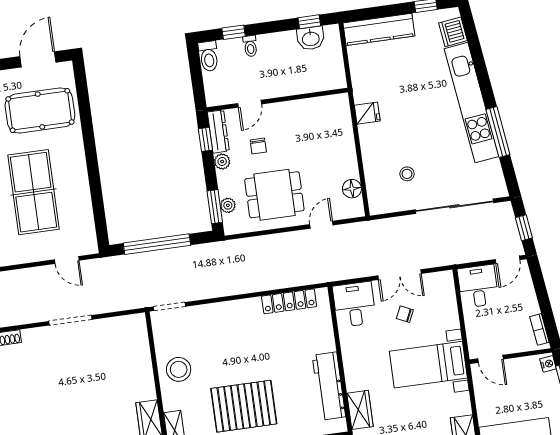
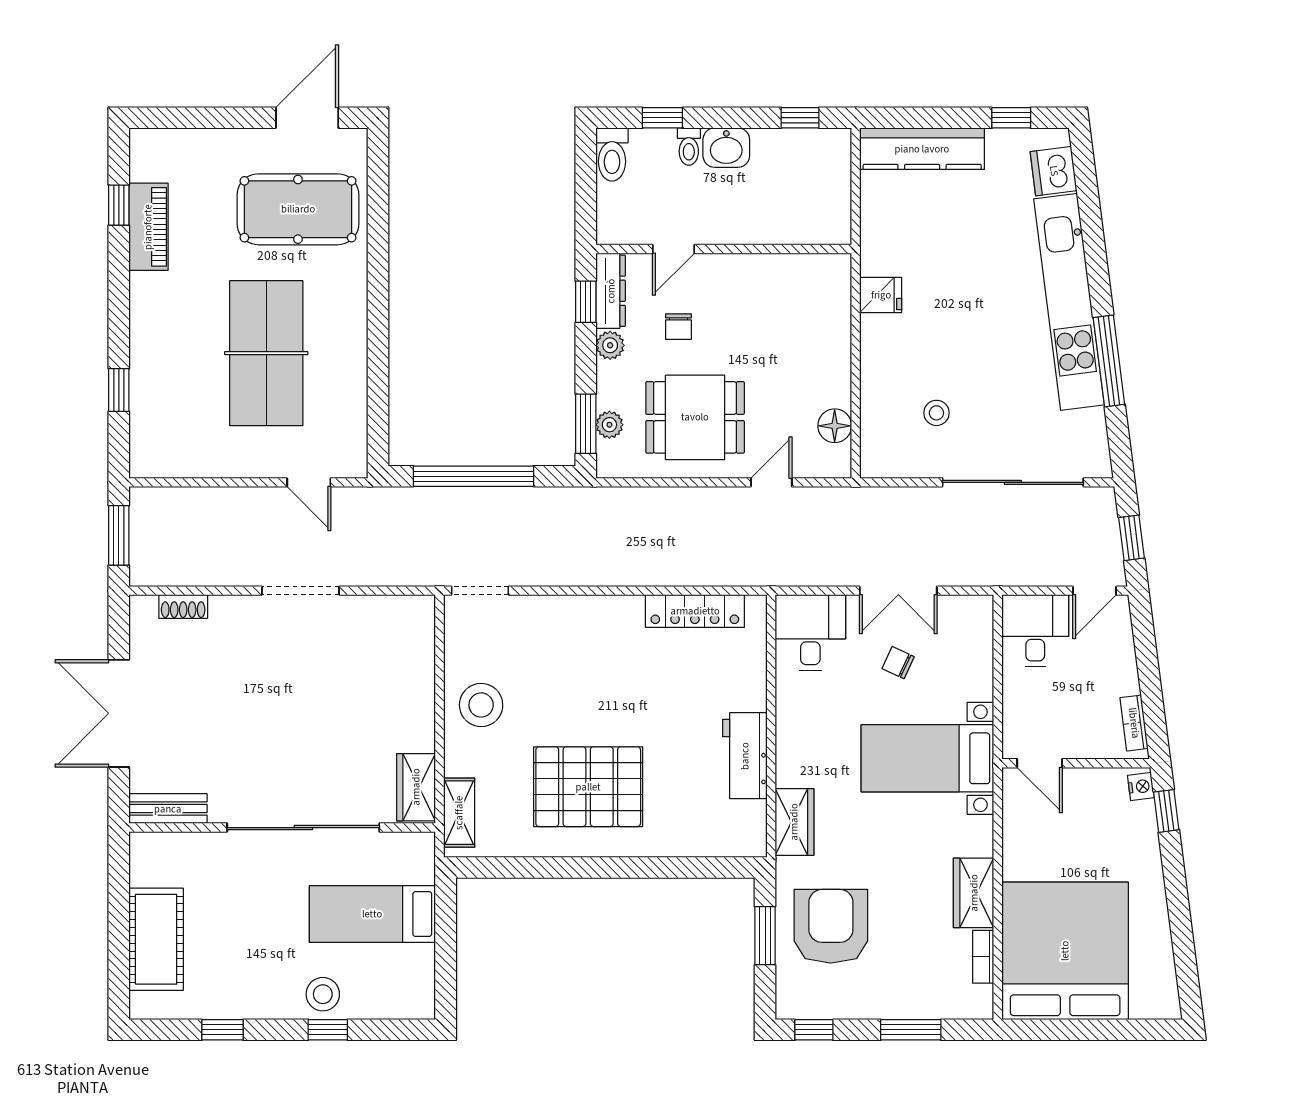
washbasin: (311, 38) -> (726, 148), moved
workbench: (329, 386) -> (745, 756), width x0.73

